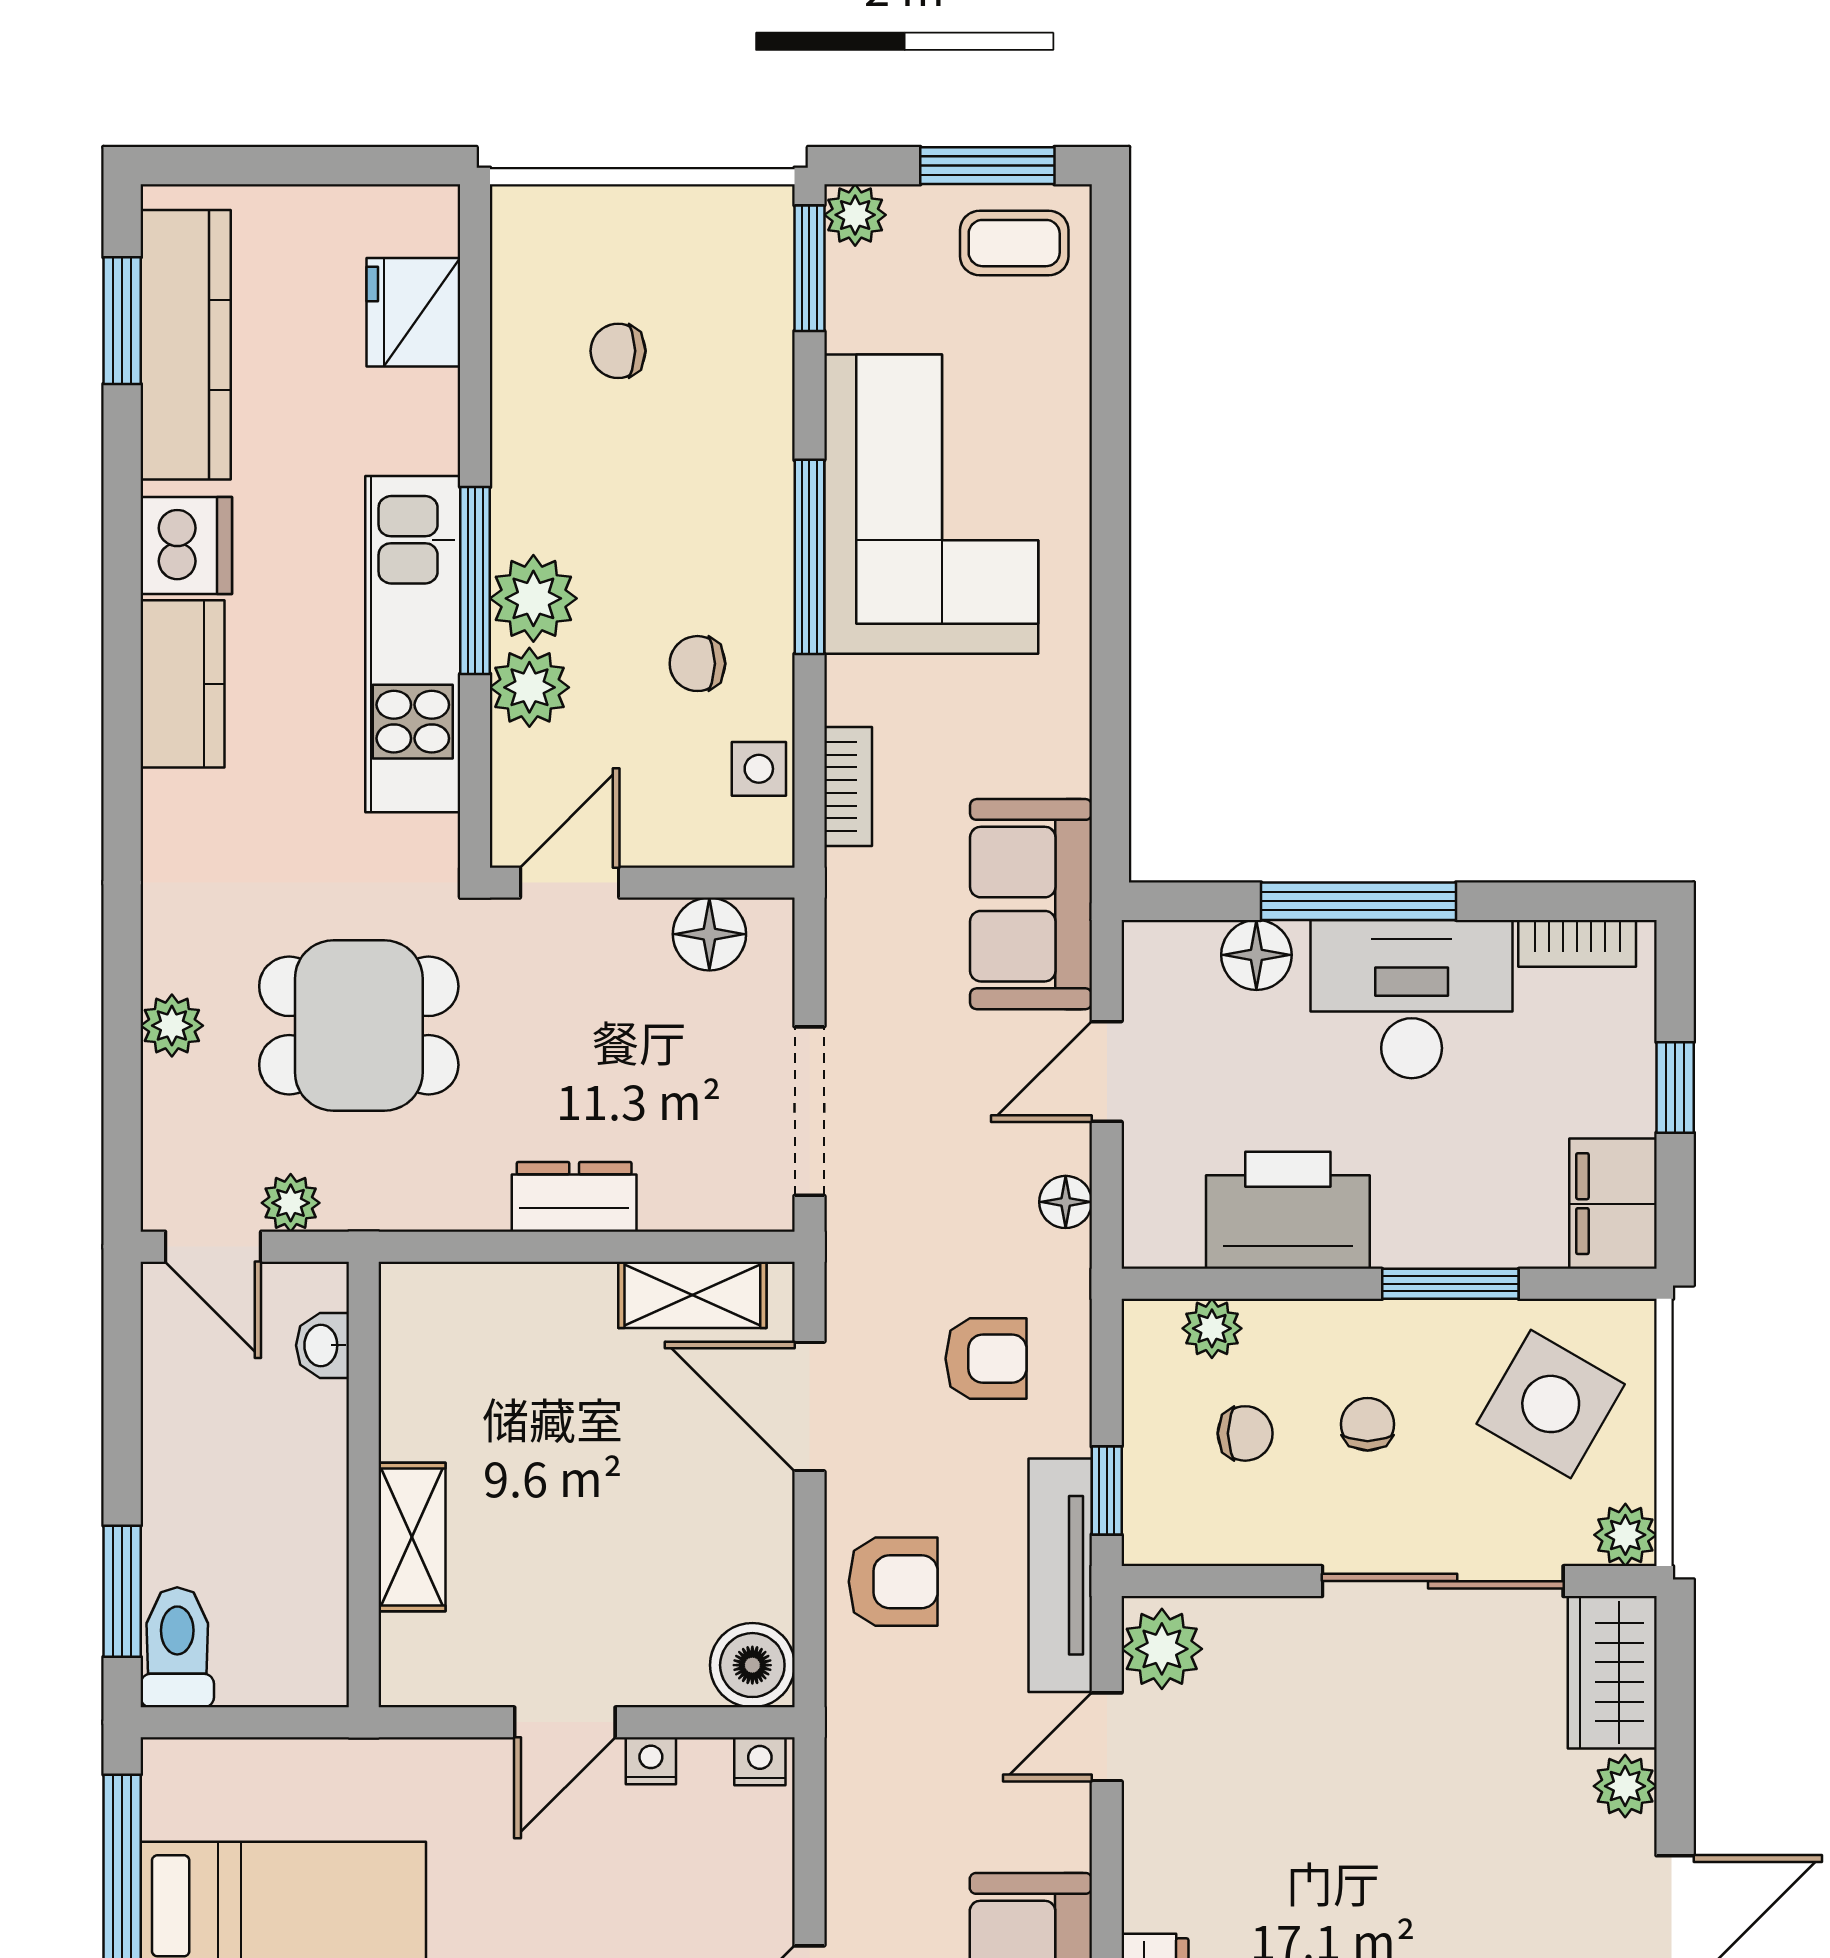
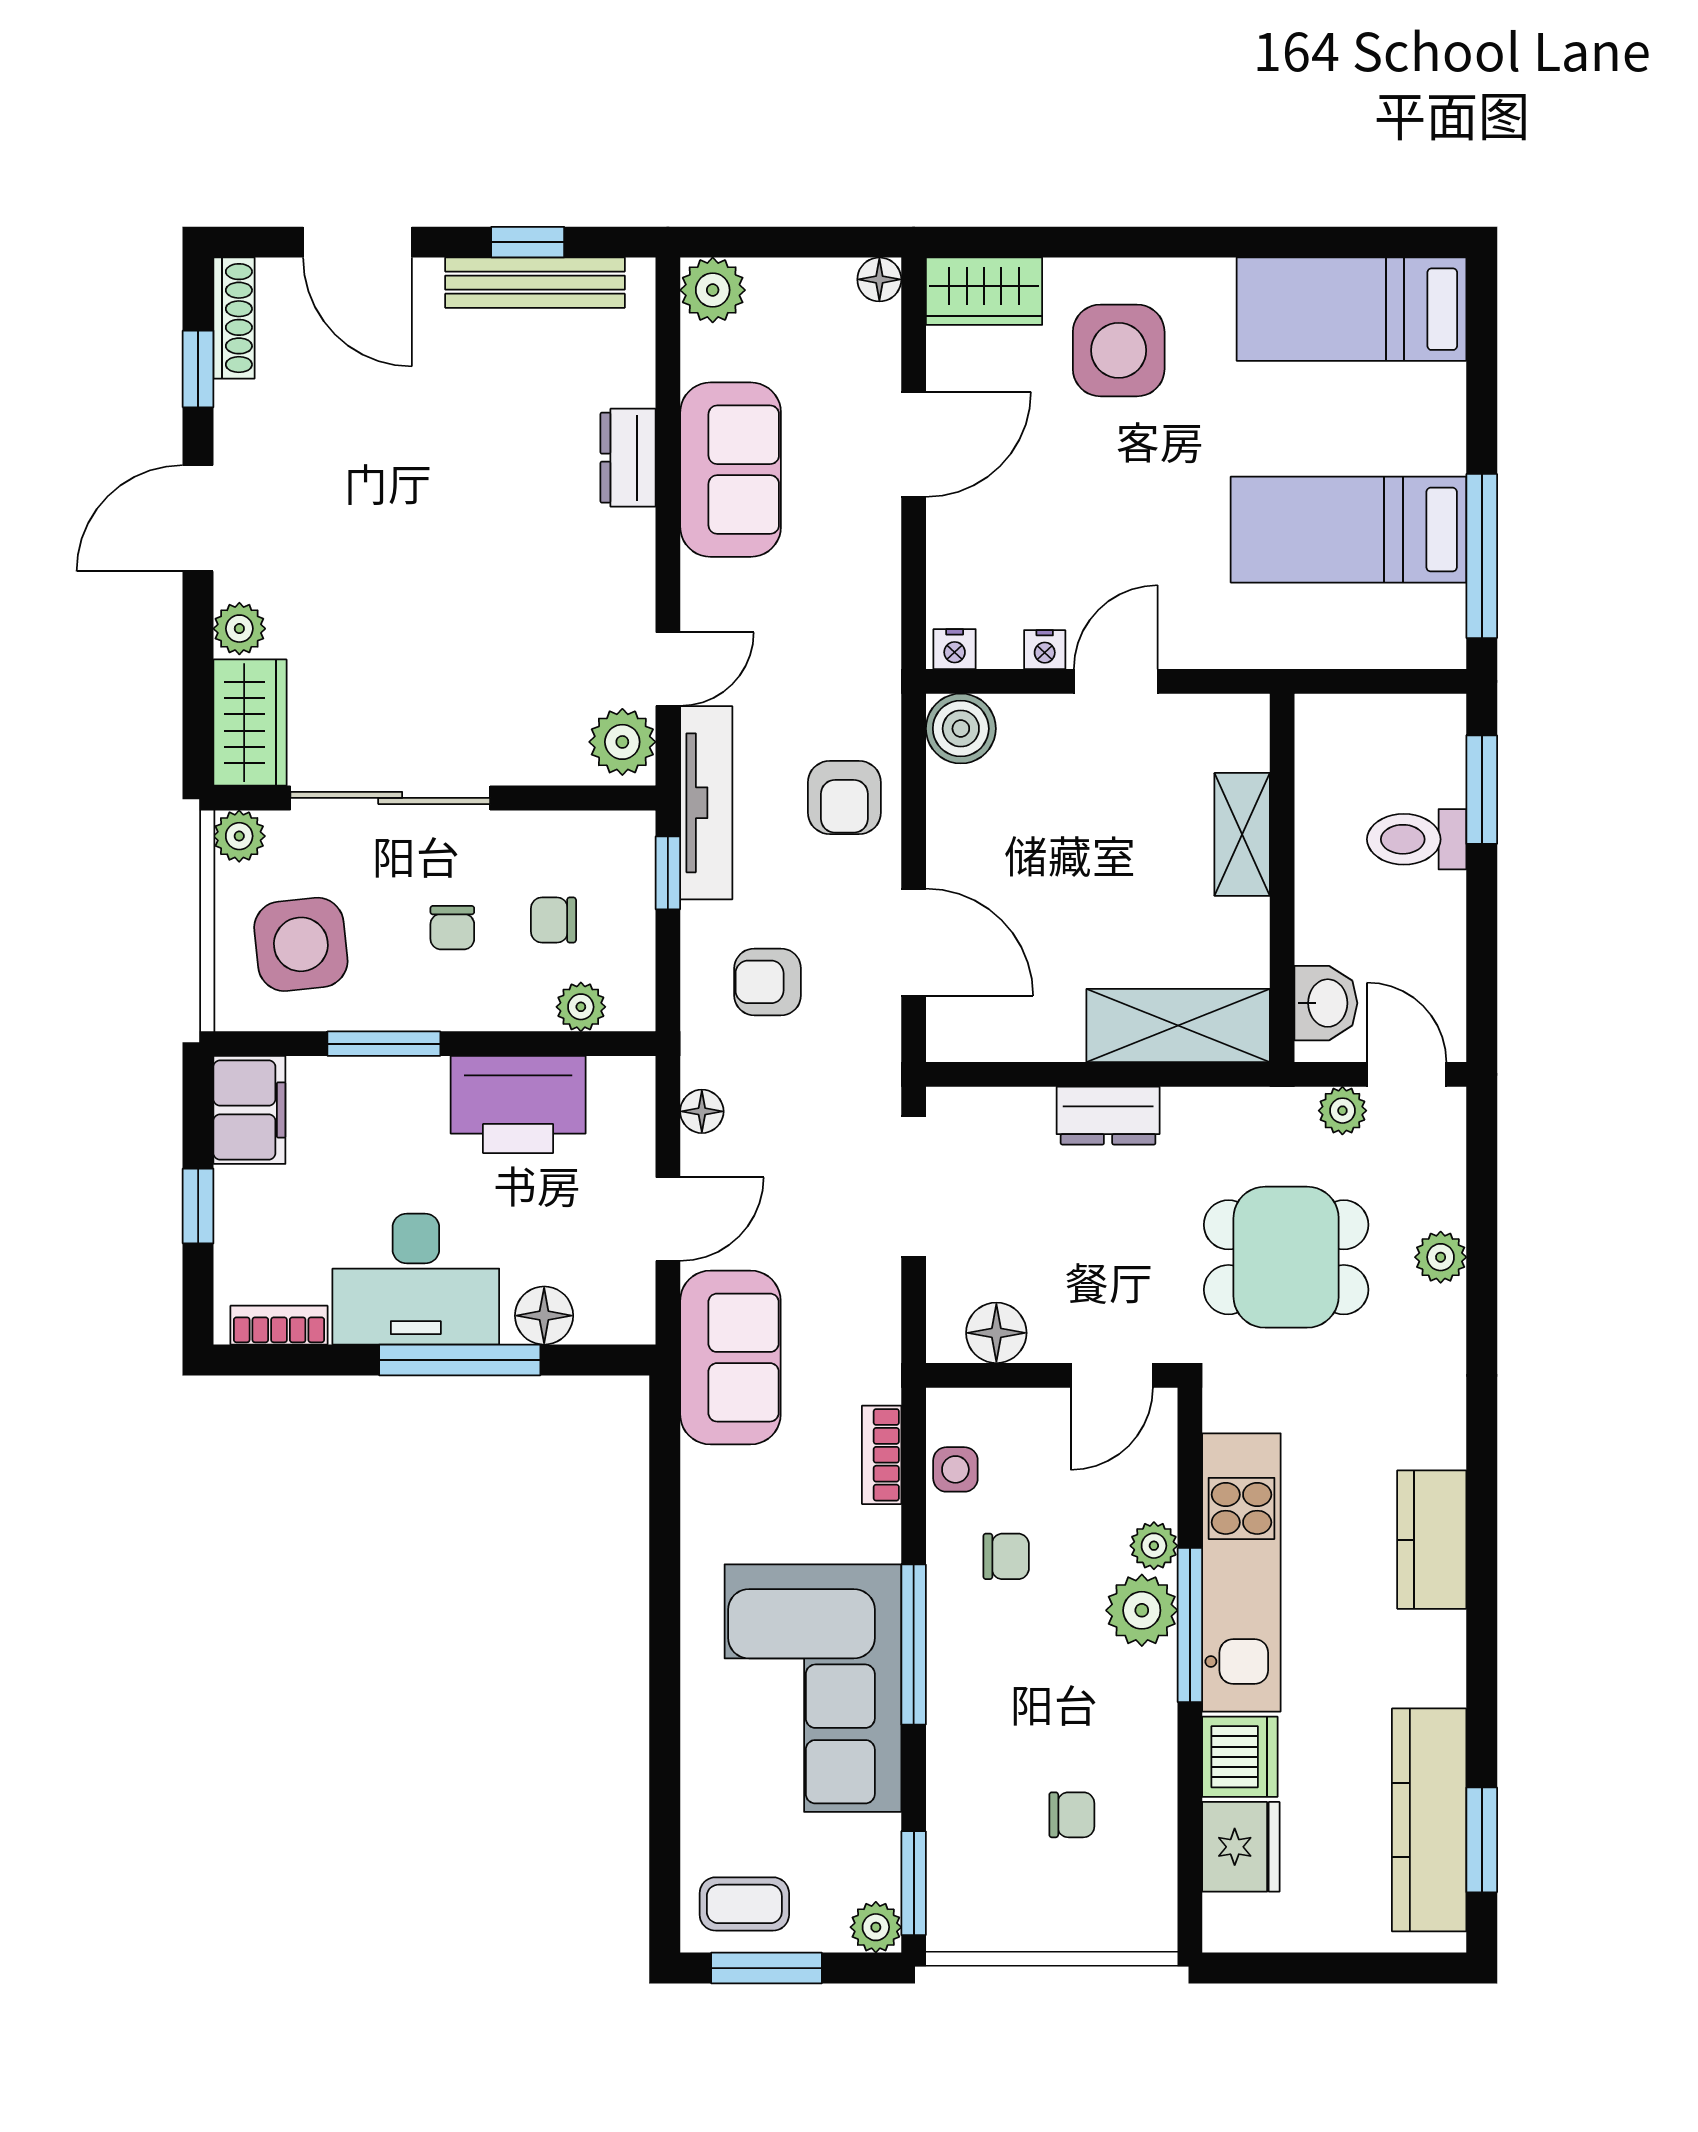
dishwasher: (186, 546) -> (1240, 1757), moved, turned 180
plant: (529, 687) -> (1154, 1546), width x0.73, depth x0.73
shelving: (692, 1295) -> (1178, 1025), moved, width x1.50, depth x1.33
washbasin: (322, 1345) -> (1326, 1003), width x1.38, depth x1.45
side table: (1551, 1404) -> (301, 944), turned -36
armchair: (893, 1582) -> (844, 797), turned -90
toilet: (177, 1647) -> (1417, 839), moved, turned 90

